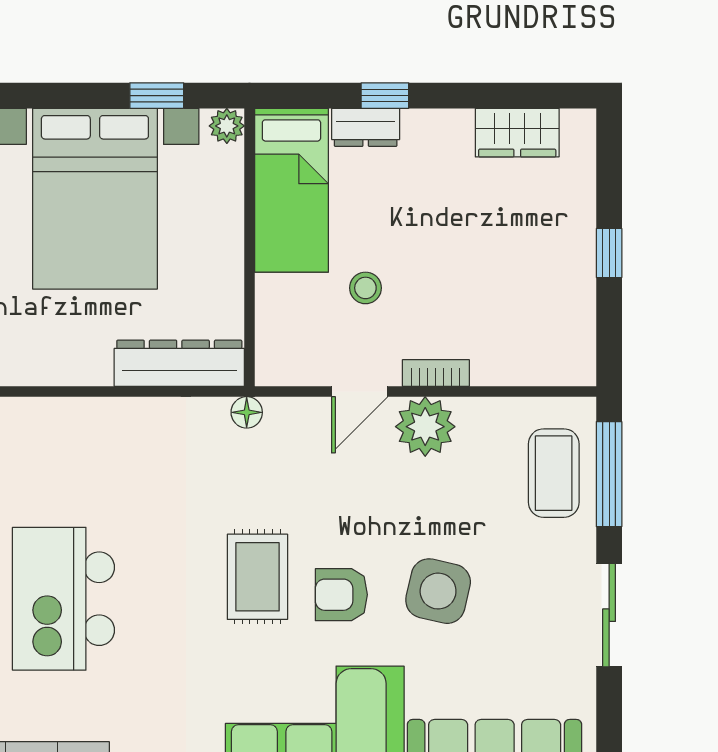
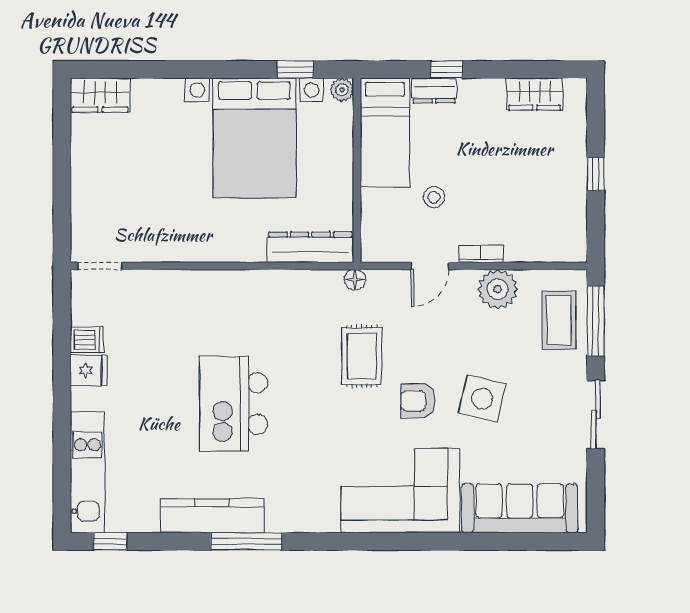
plant: (425, 427) -> (498, 289), moved
rug: (257, 577) -> (362, 356), moved

